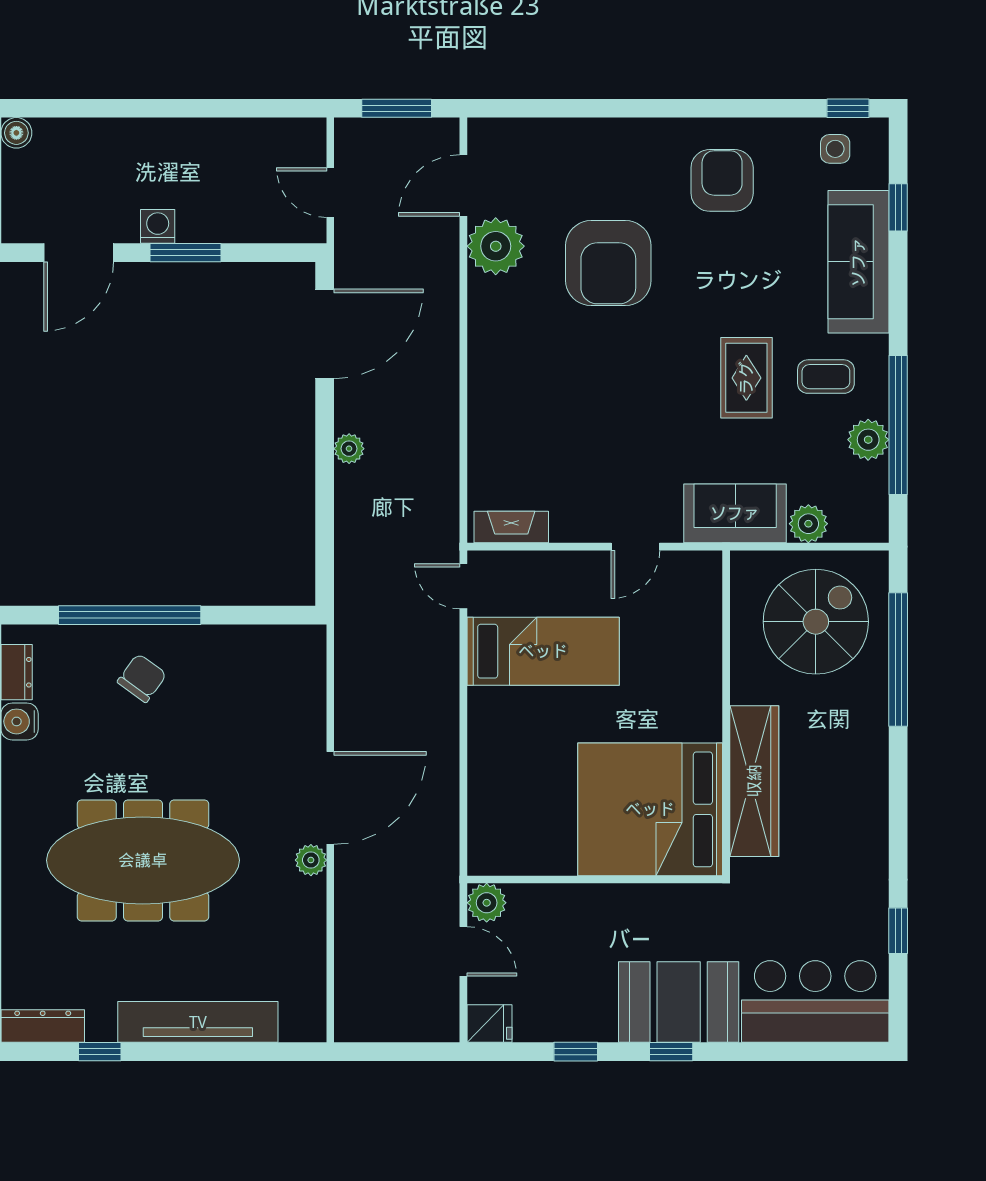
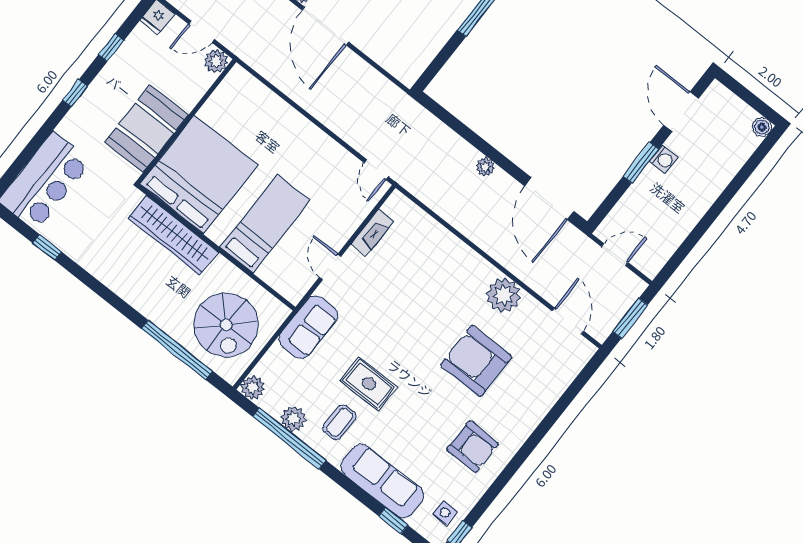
plant: (496, 246) -> (503, 295), moved
plant: (808, 524) -> (253, 388), moved
fireplace: (511, 527) -> (372, 233), moved
door: (463, 586) -> (376, 170), swing flipped
bed: (543, 651) -> (265, 224), moved, turned 180
booth: (679, 1002) -> (147, 129), moved

